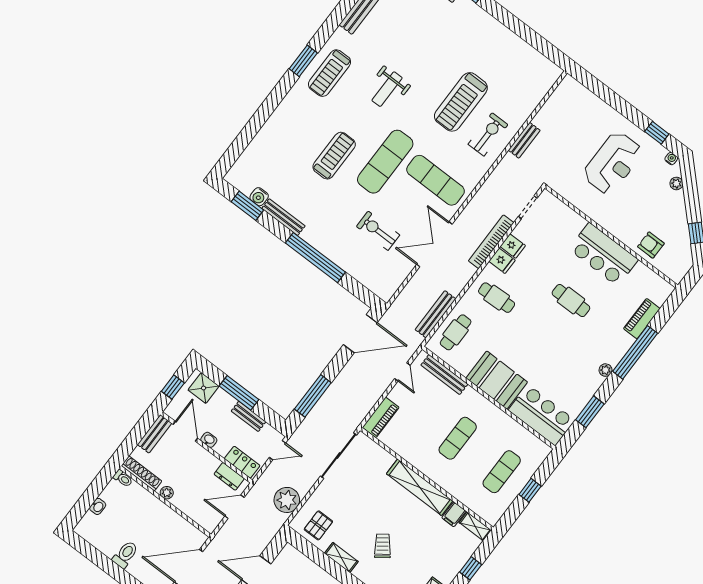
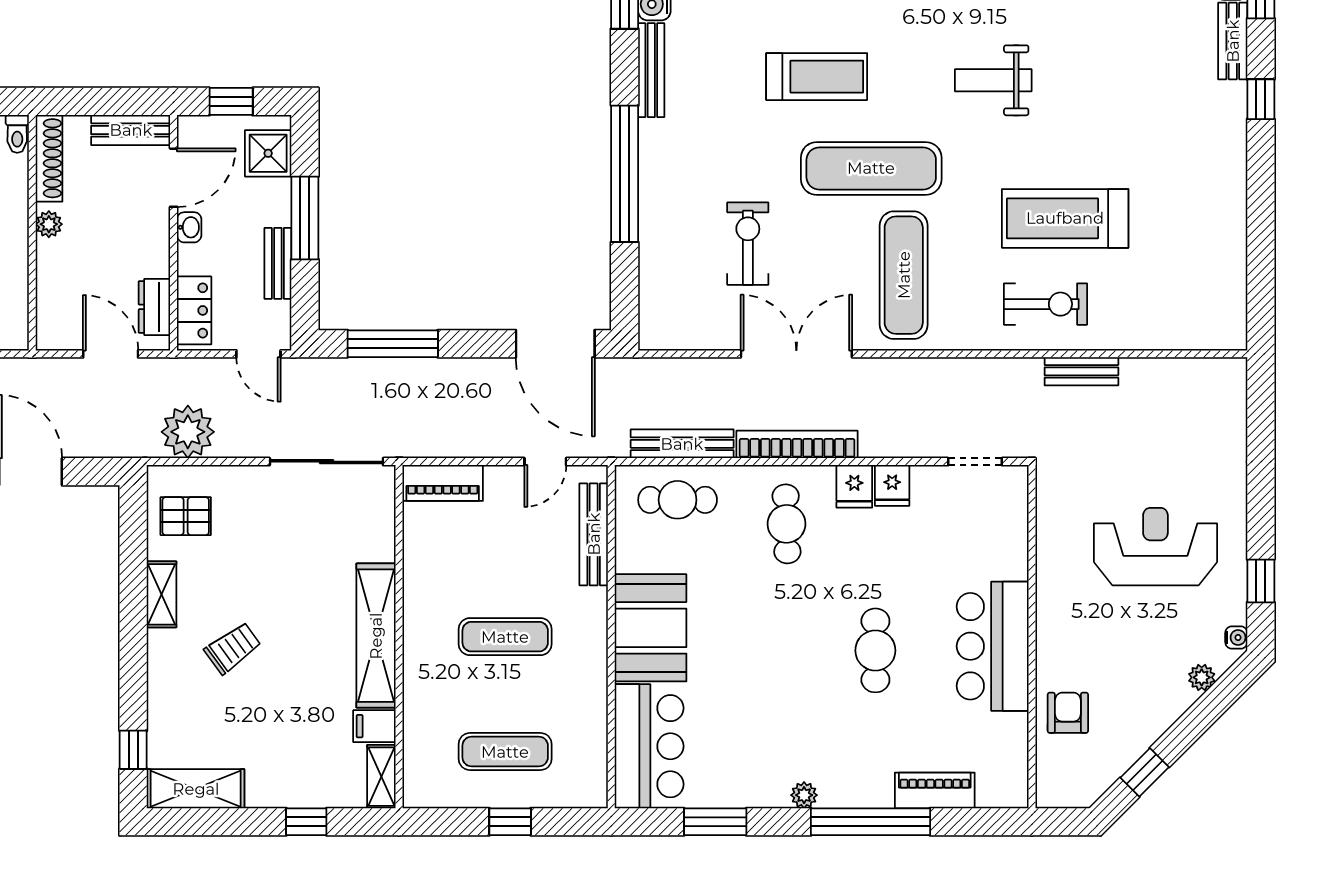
reception desk: (613, 163) -> (1155, 547), turned 180
bookcase: (491, 242) -> (797, 444), moved

